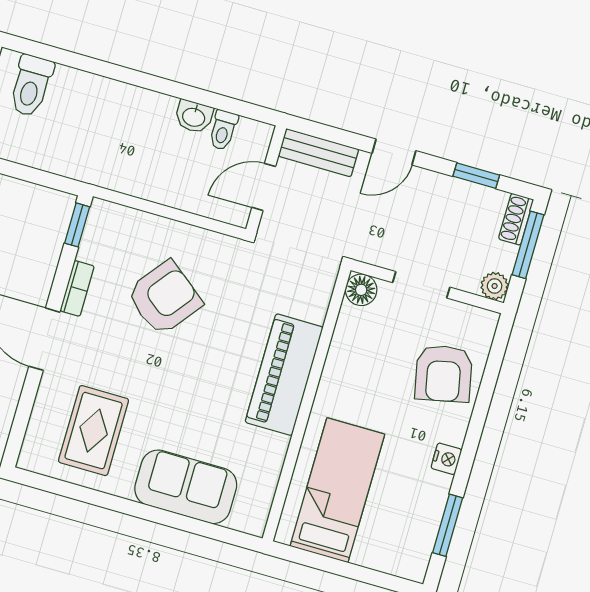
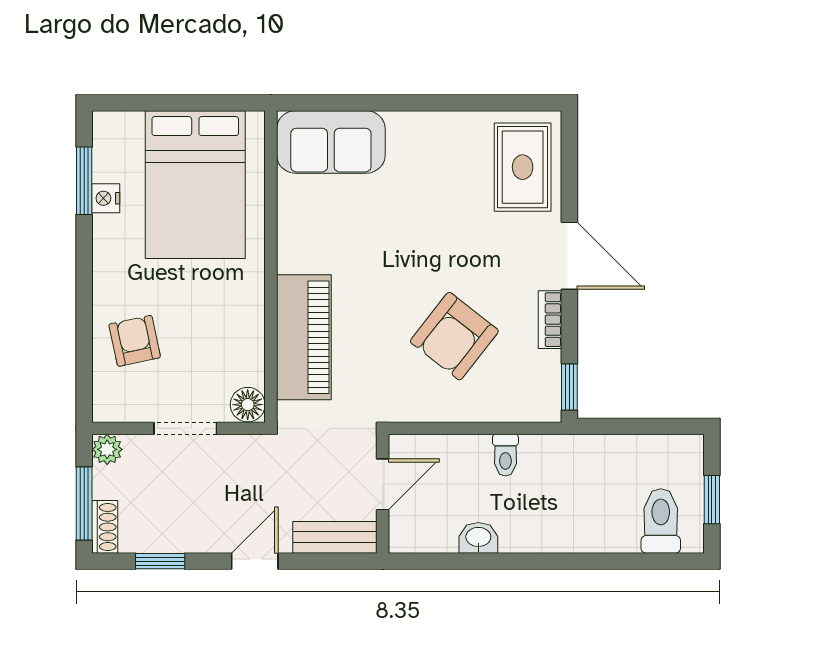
toilet: (223, 130) -> (505, 455), moved, turned 180
armchair: (444, 374) -> (135, 341), width x0.72, depth x0.72
piano: (284, 375) -> (304, 337), moved
rug: (94, 431) -> (523, 167), moved
nightstand: (446, 459) -> (106, 198), moved
sofa: (186, 487) -> (331, 142), moved
bed: (337, 490) -> (195, 185), width x1.50

